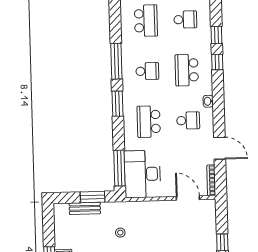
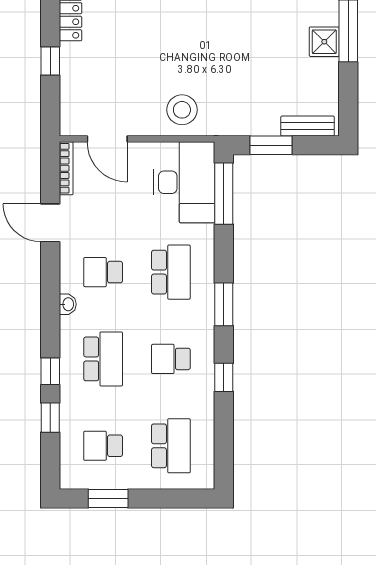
school desk: (146, 21) -> (171, 446), turned 180
window: (116, 61) -> (224, 377), width x0.46
bench: (85, 208) -> (308, 126), moved
stool: (120, 233) -> (182, 110), moved, width x1.89, depth x1.89

